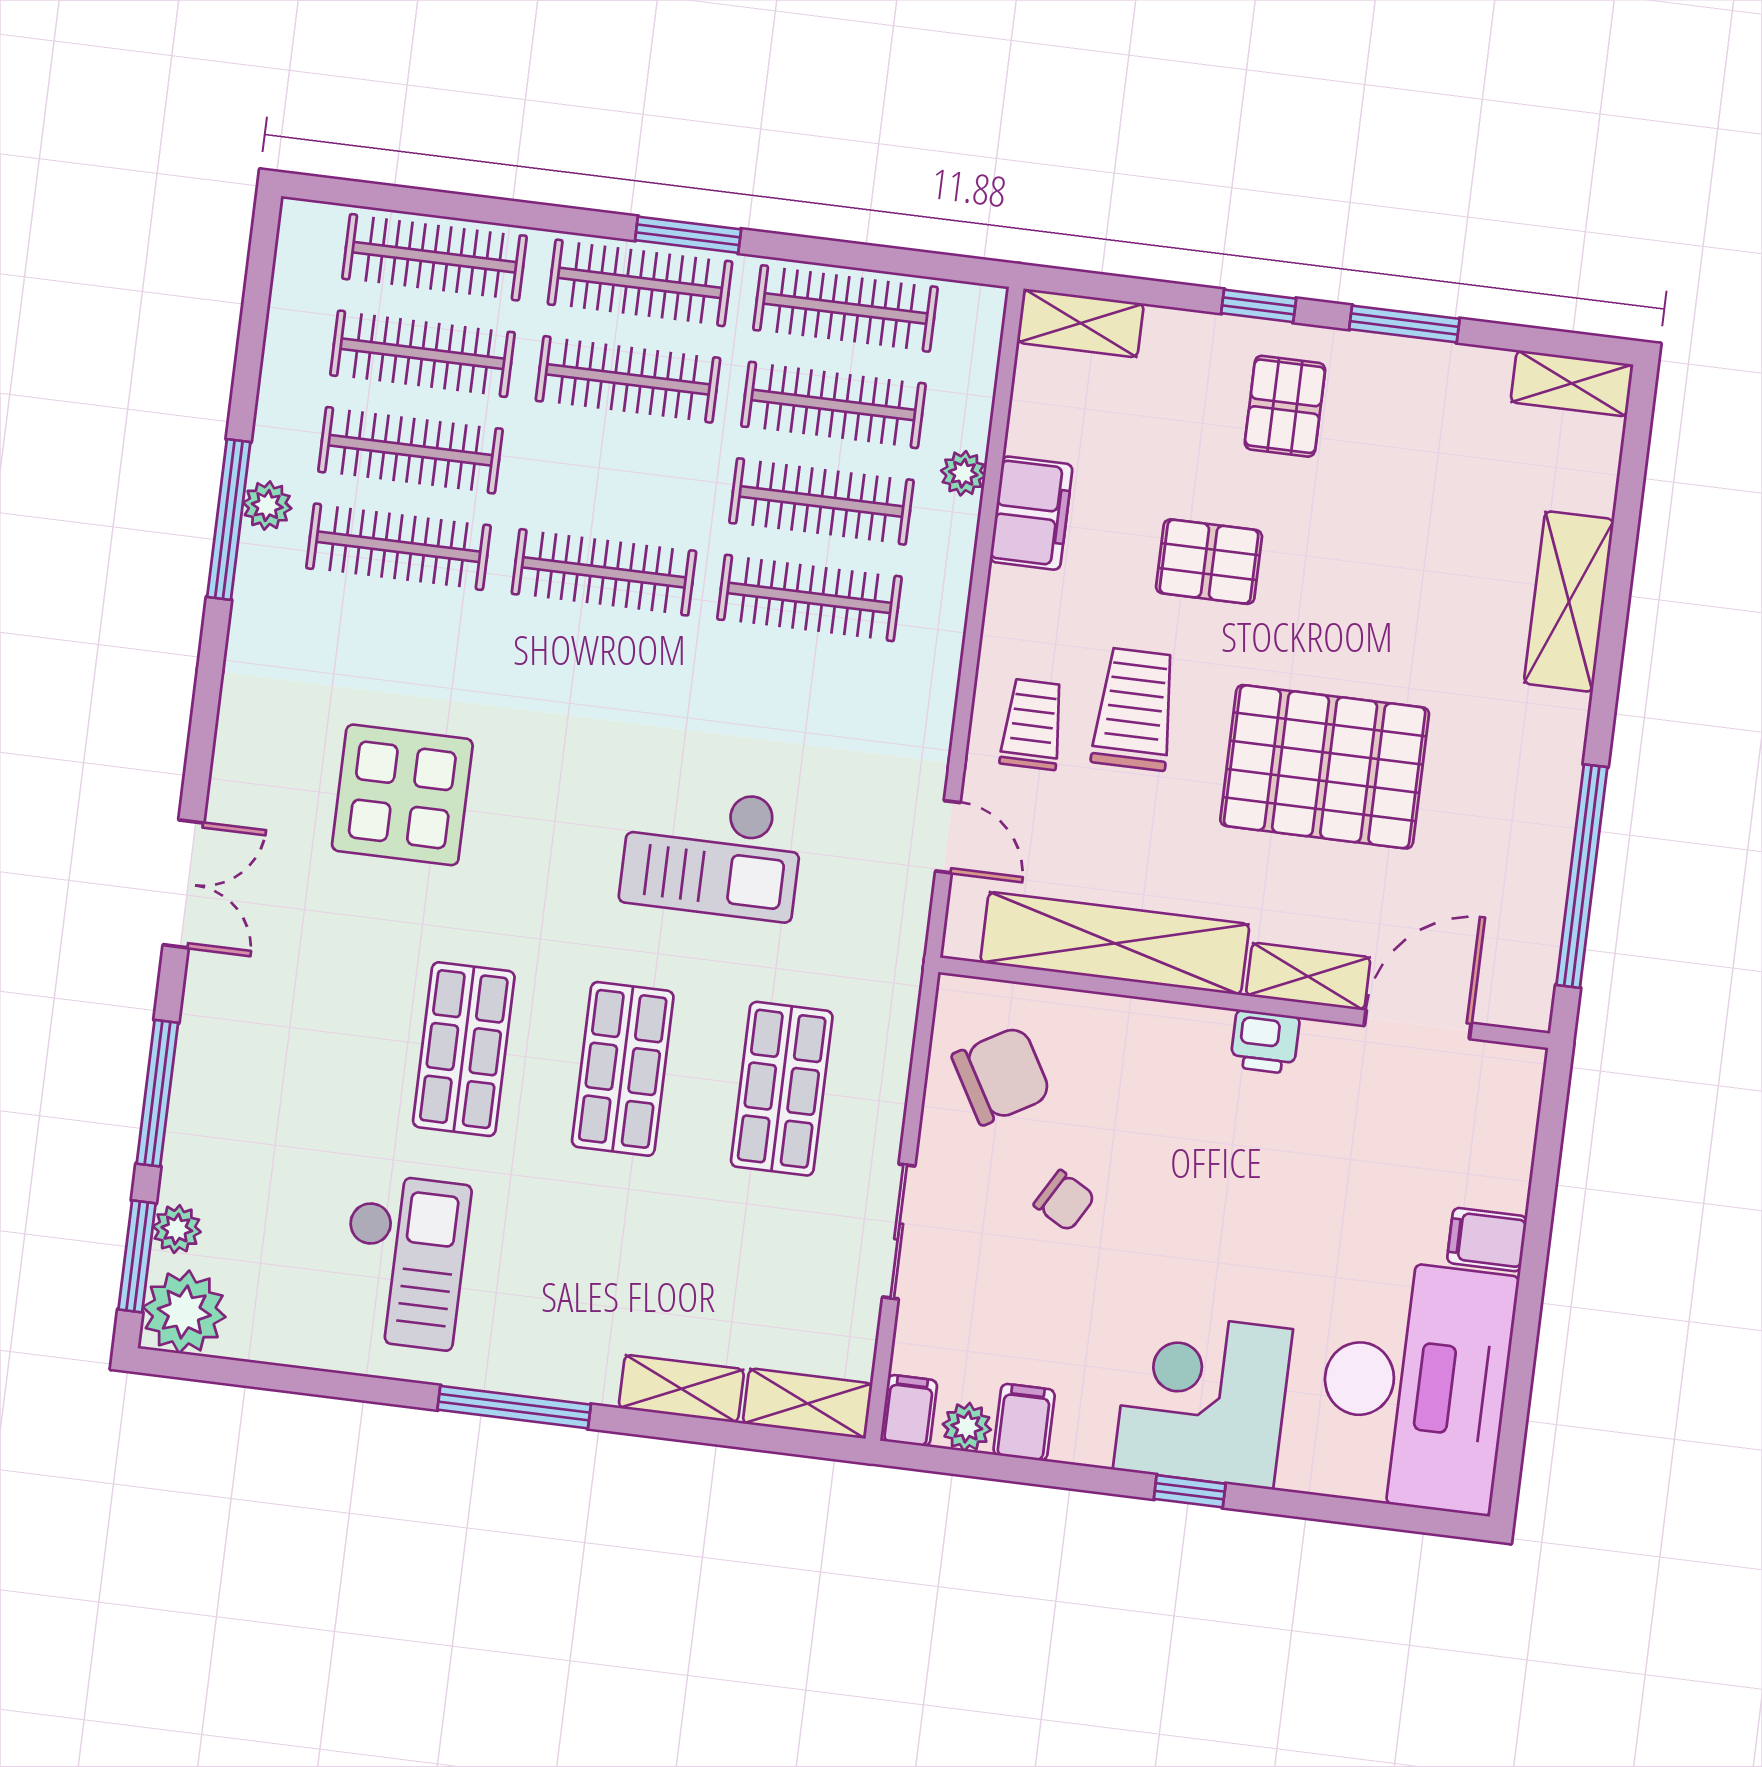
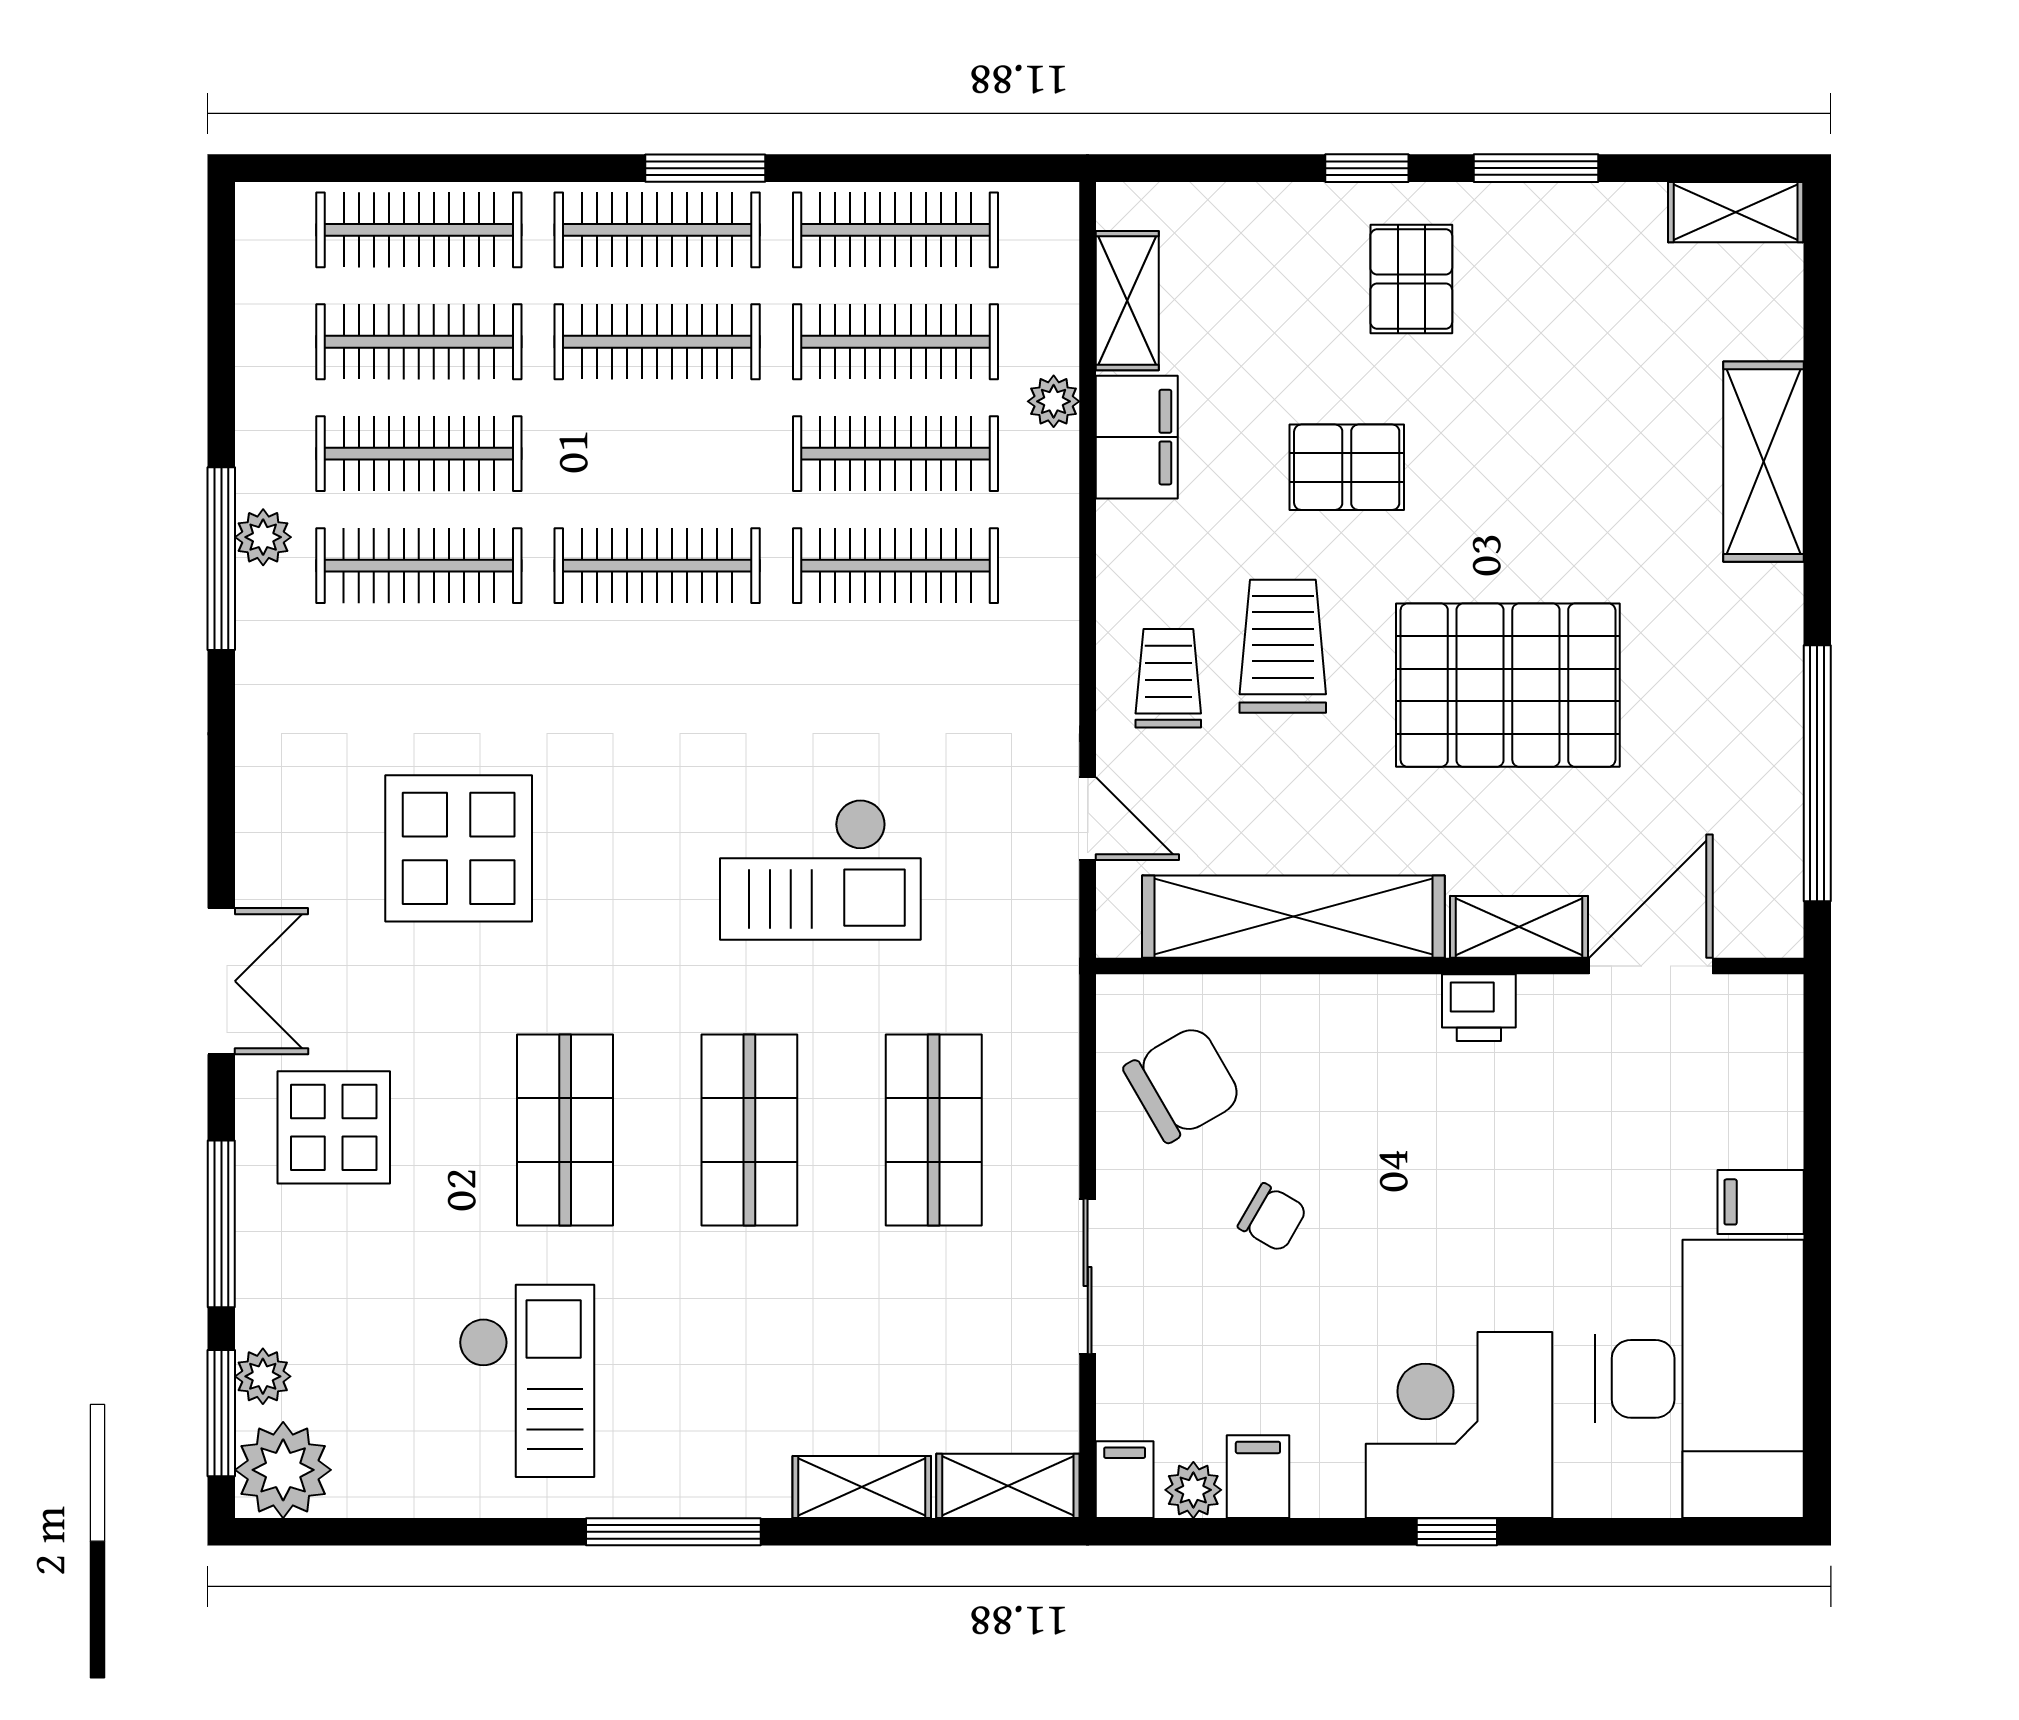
shelving: (1081, 323) -> (1127, 301), moved, turned 90
display table: (265, 1022) -> (334, 1127), added

